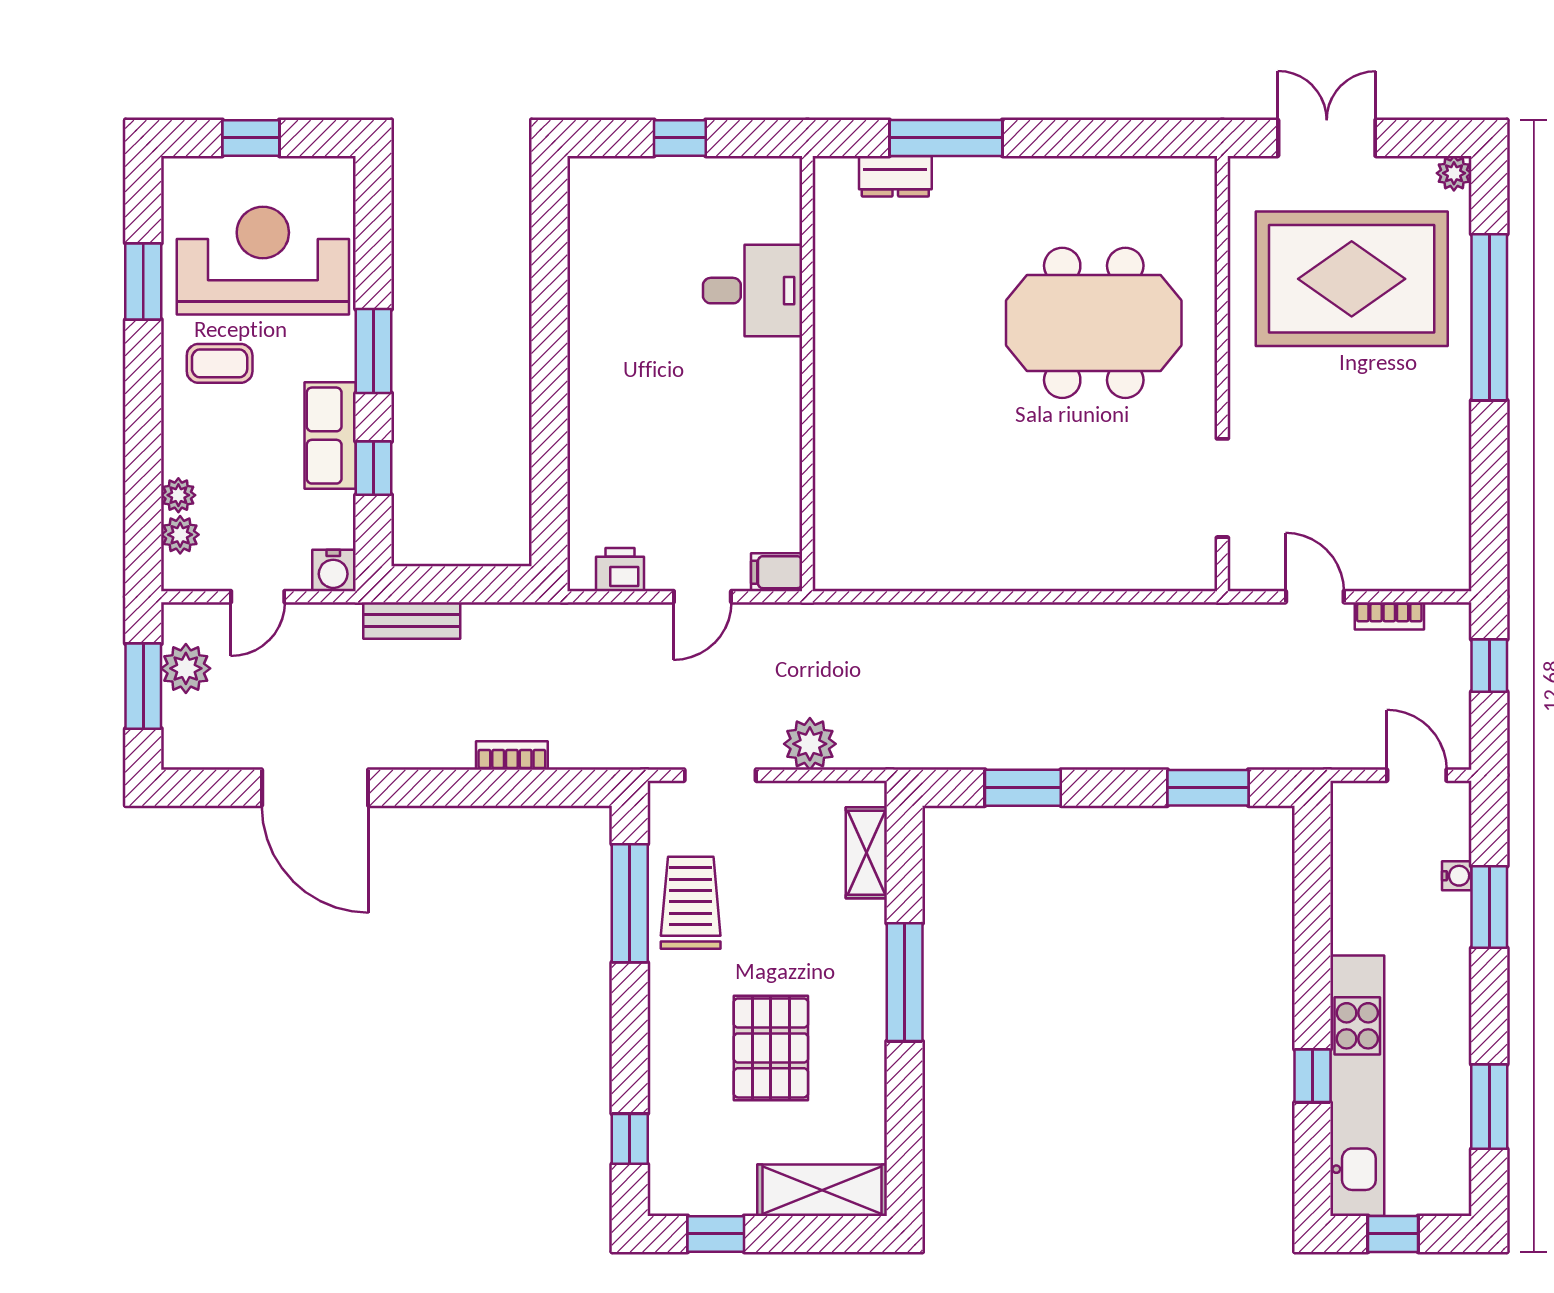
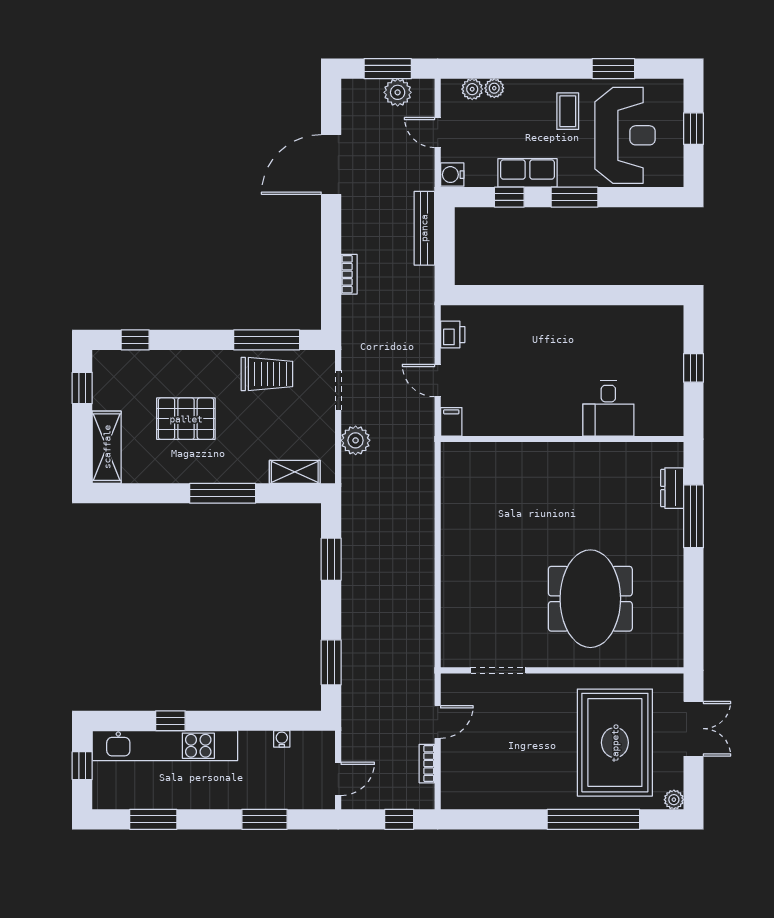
bench: (412, 621) -> (424, 228), width x1.36
water cooler: (1457, 876) -> (282, 739), moved, turned 180

